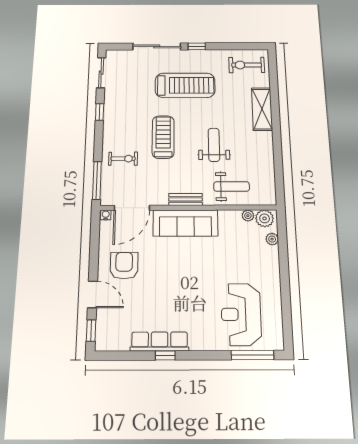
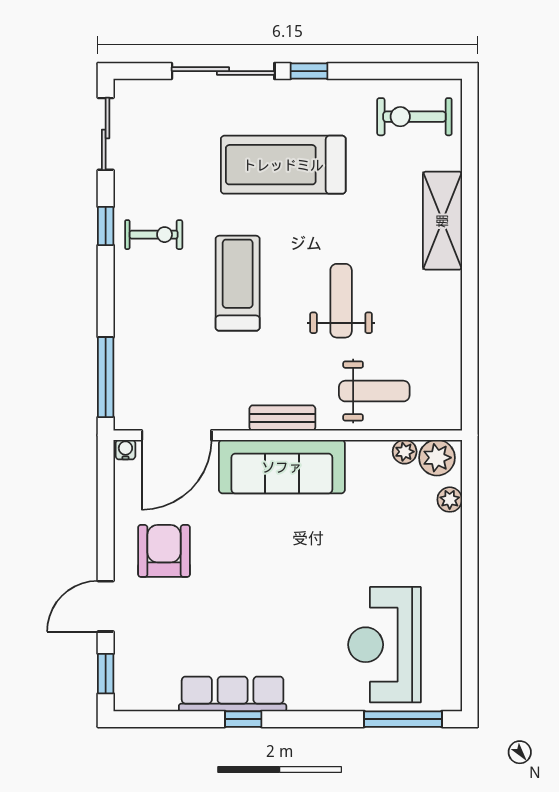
treadmill: (185, 85) -> (283, 165), turned 180
exercise bike: (123, 159) -> (154, 235), moved
door: (92, 294) -> (106, 606), swing flipped

